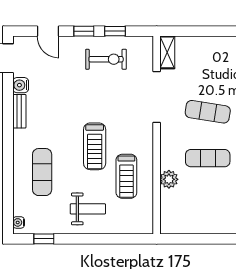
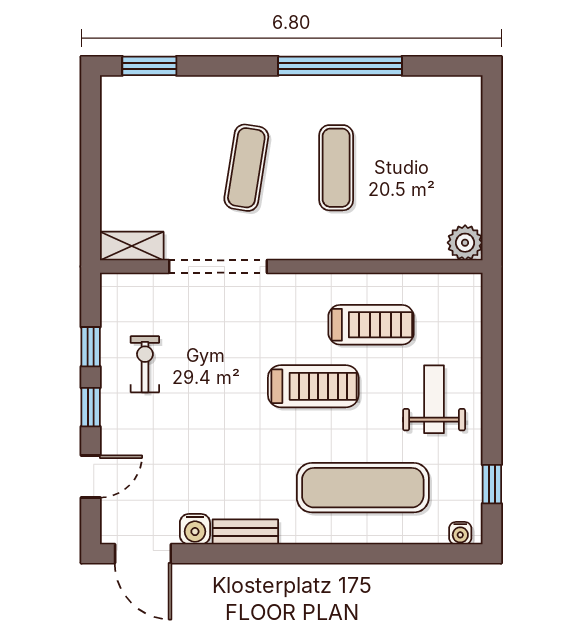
exercise bike: (106, 59) -> (145, 364), width x0.73, depth x0.72
exercise mat: (42, 172) -> (363, 488), width x1.36, depth x1.45
plant: (169, 179) -> (465, 243), moved

